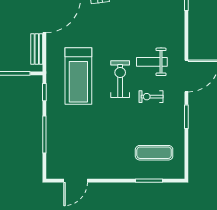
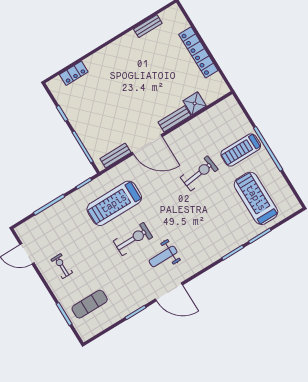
weight bench: (152, 62) -> (163, 256), turned -90
exercise bike: (151, 97) -> (62, 266), moved
exercise mat: (154, 153) -> (90, 304), turned 90

